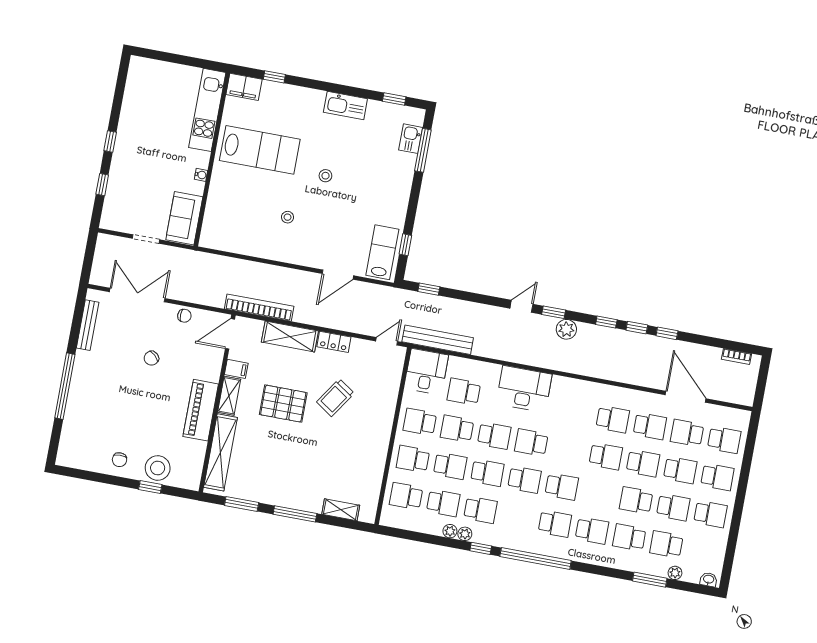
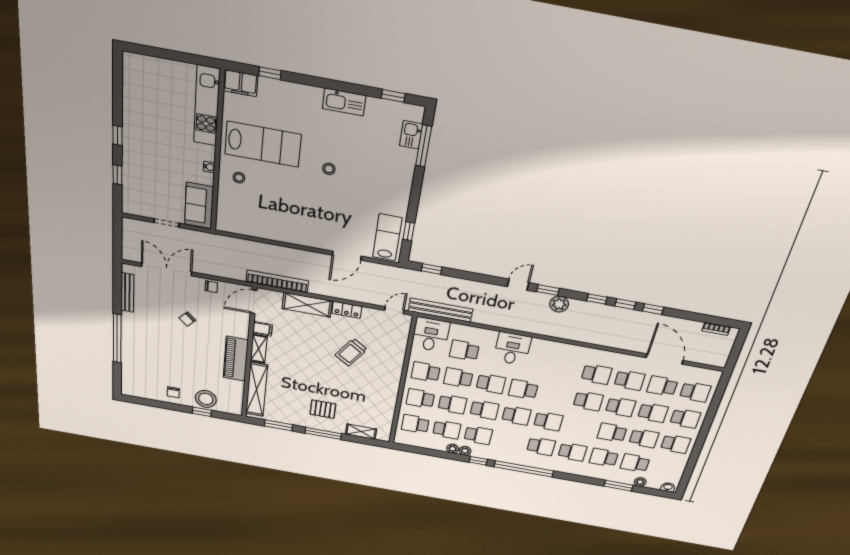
stool: (288, 217) -> (239, 178), moved
desk: (524, 389) -> (512, 349), width x0.73
pallet: (283, 404) -> (323, 409), moved, width x0.67, depth x0.71

